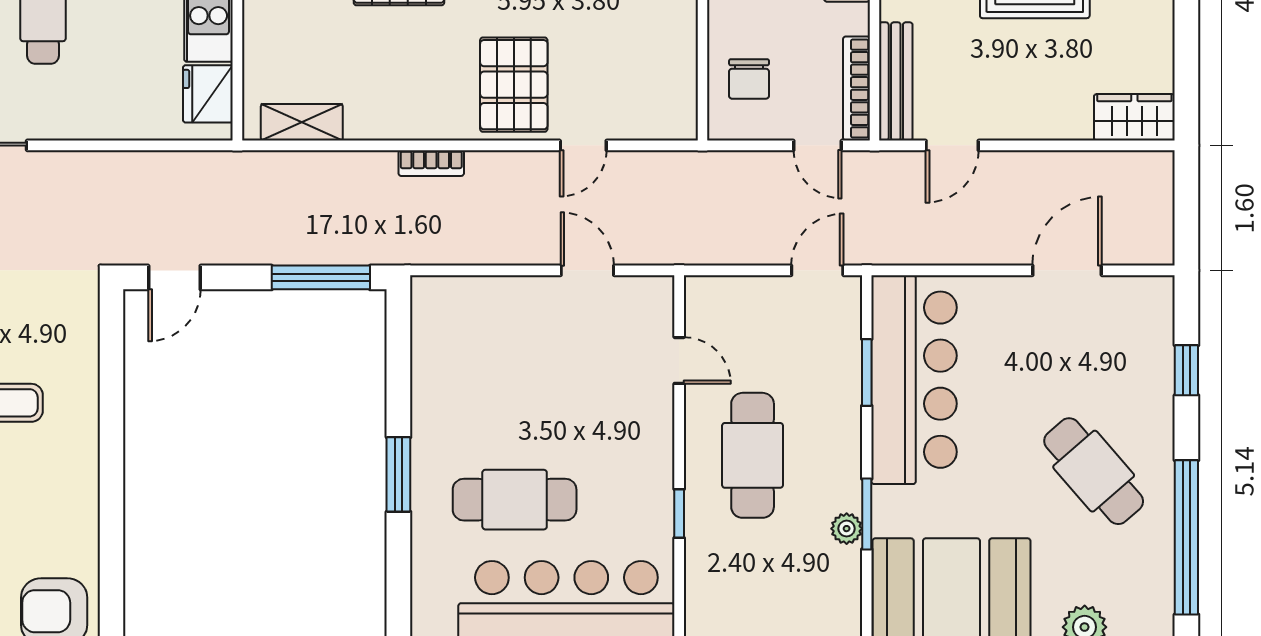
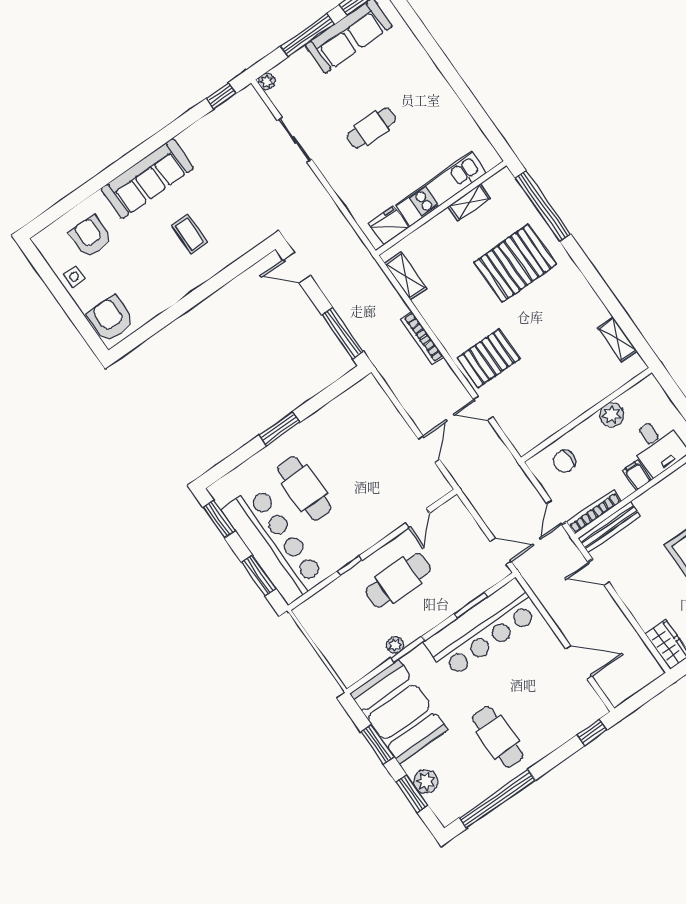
bookcase: (431, 163) -> (422, 338), width x1.56
window: (1186, 370) -> (592, 732), moved
cafe table: (1094, 471) -> (498, 737), turned -49

